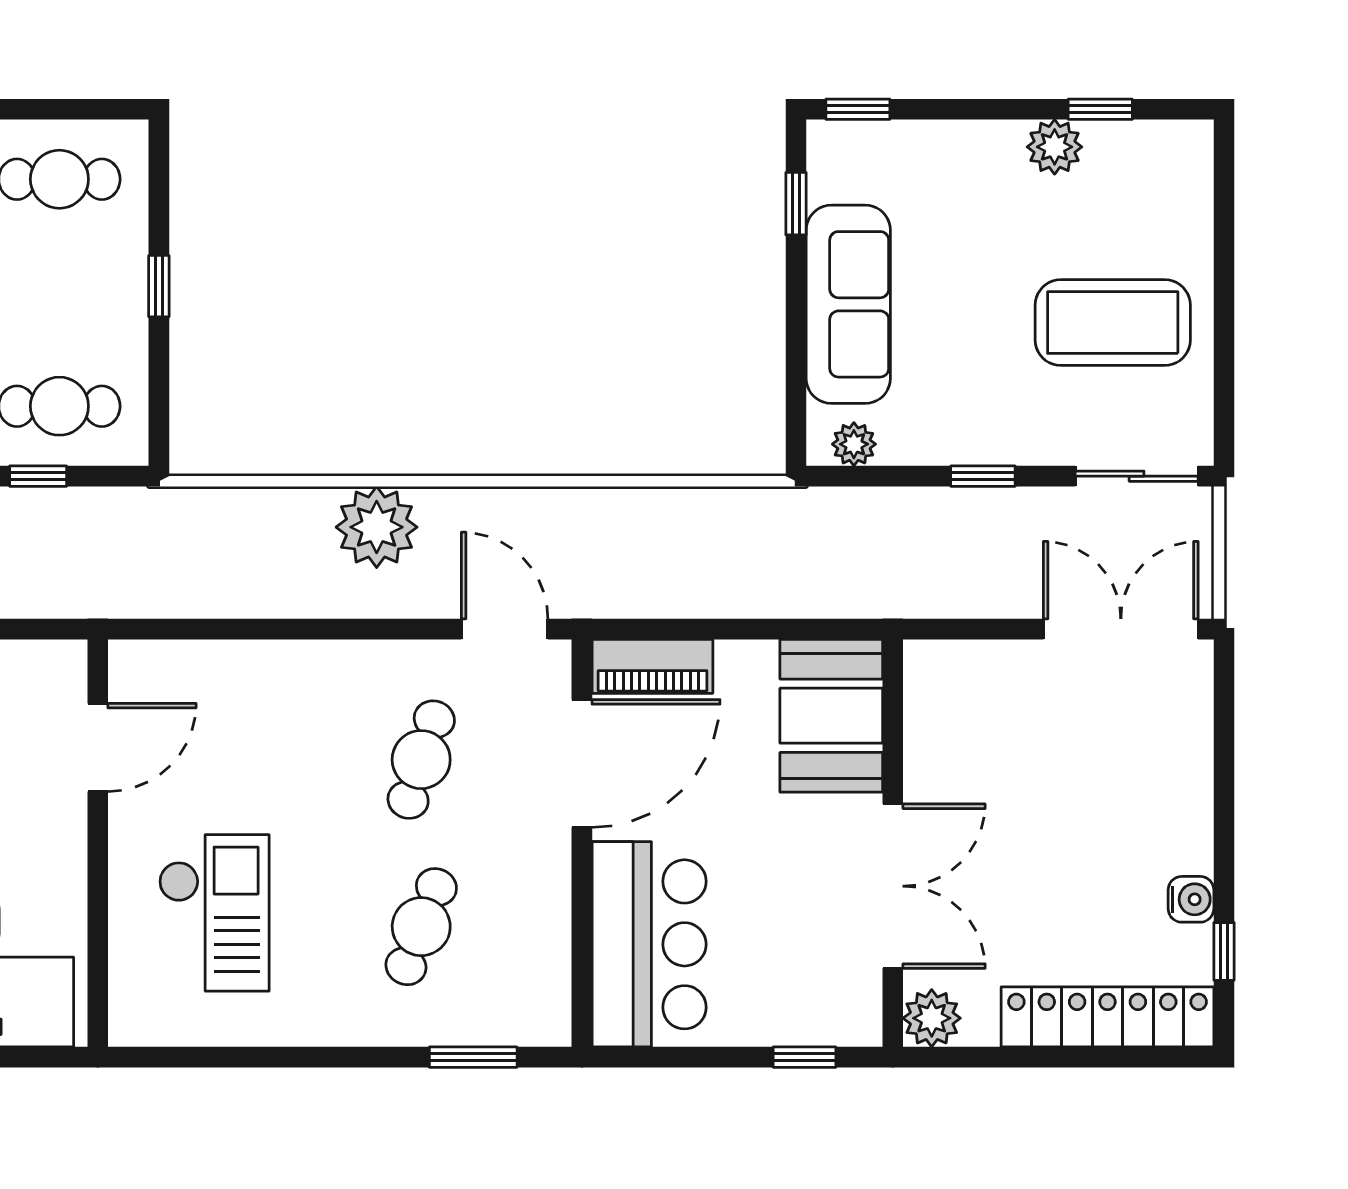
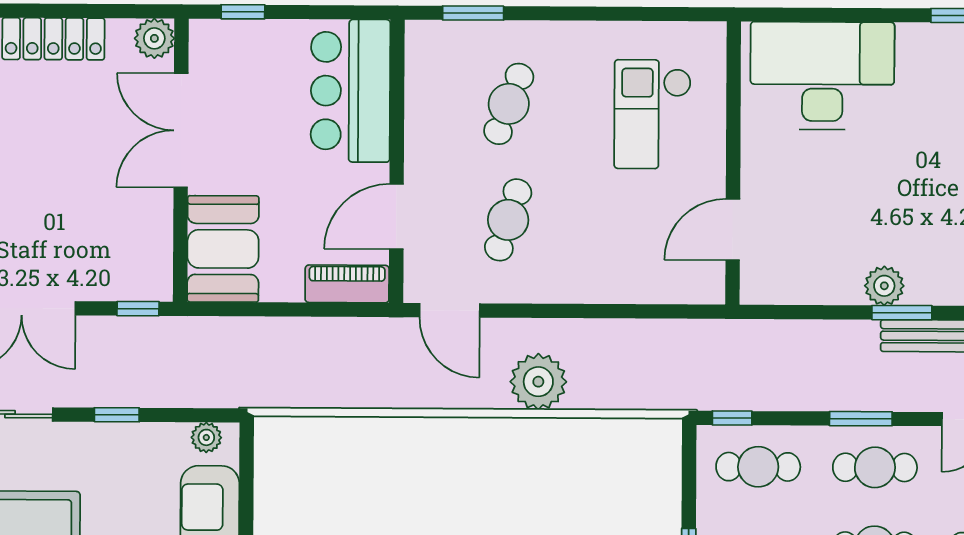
window: (38, 476) -> (732, 418), moved
window: (953, 629) -> (138, 309), added
door: (582, 764) -> (396, 217), width x0.73

